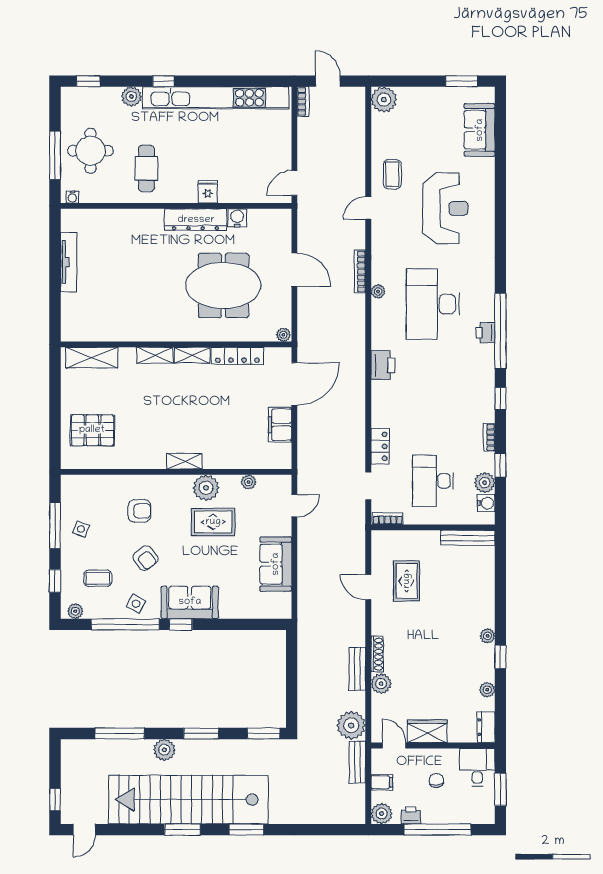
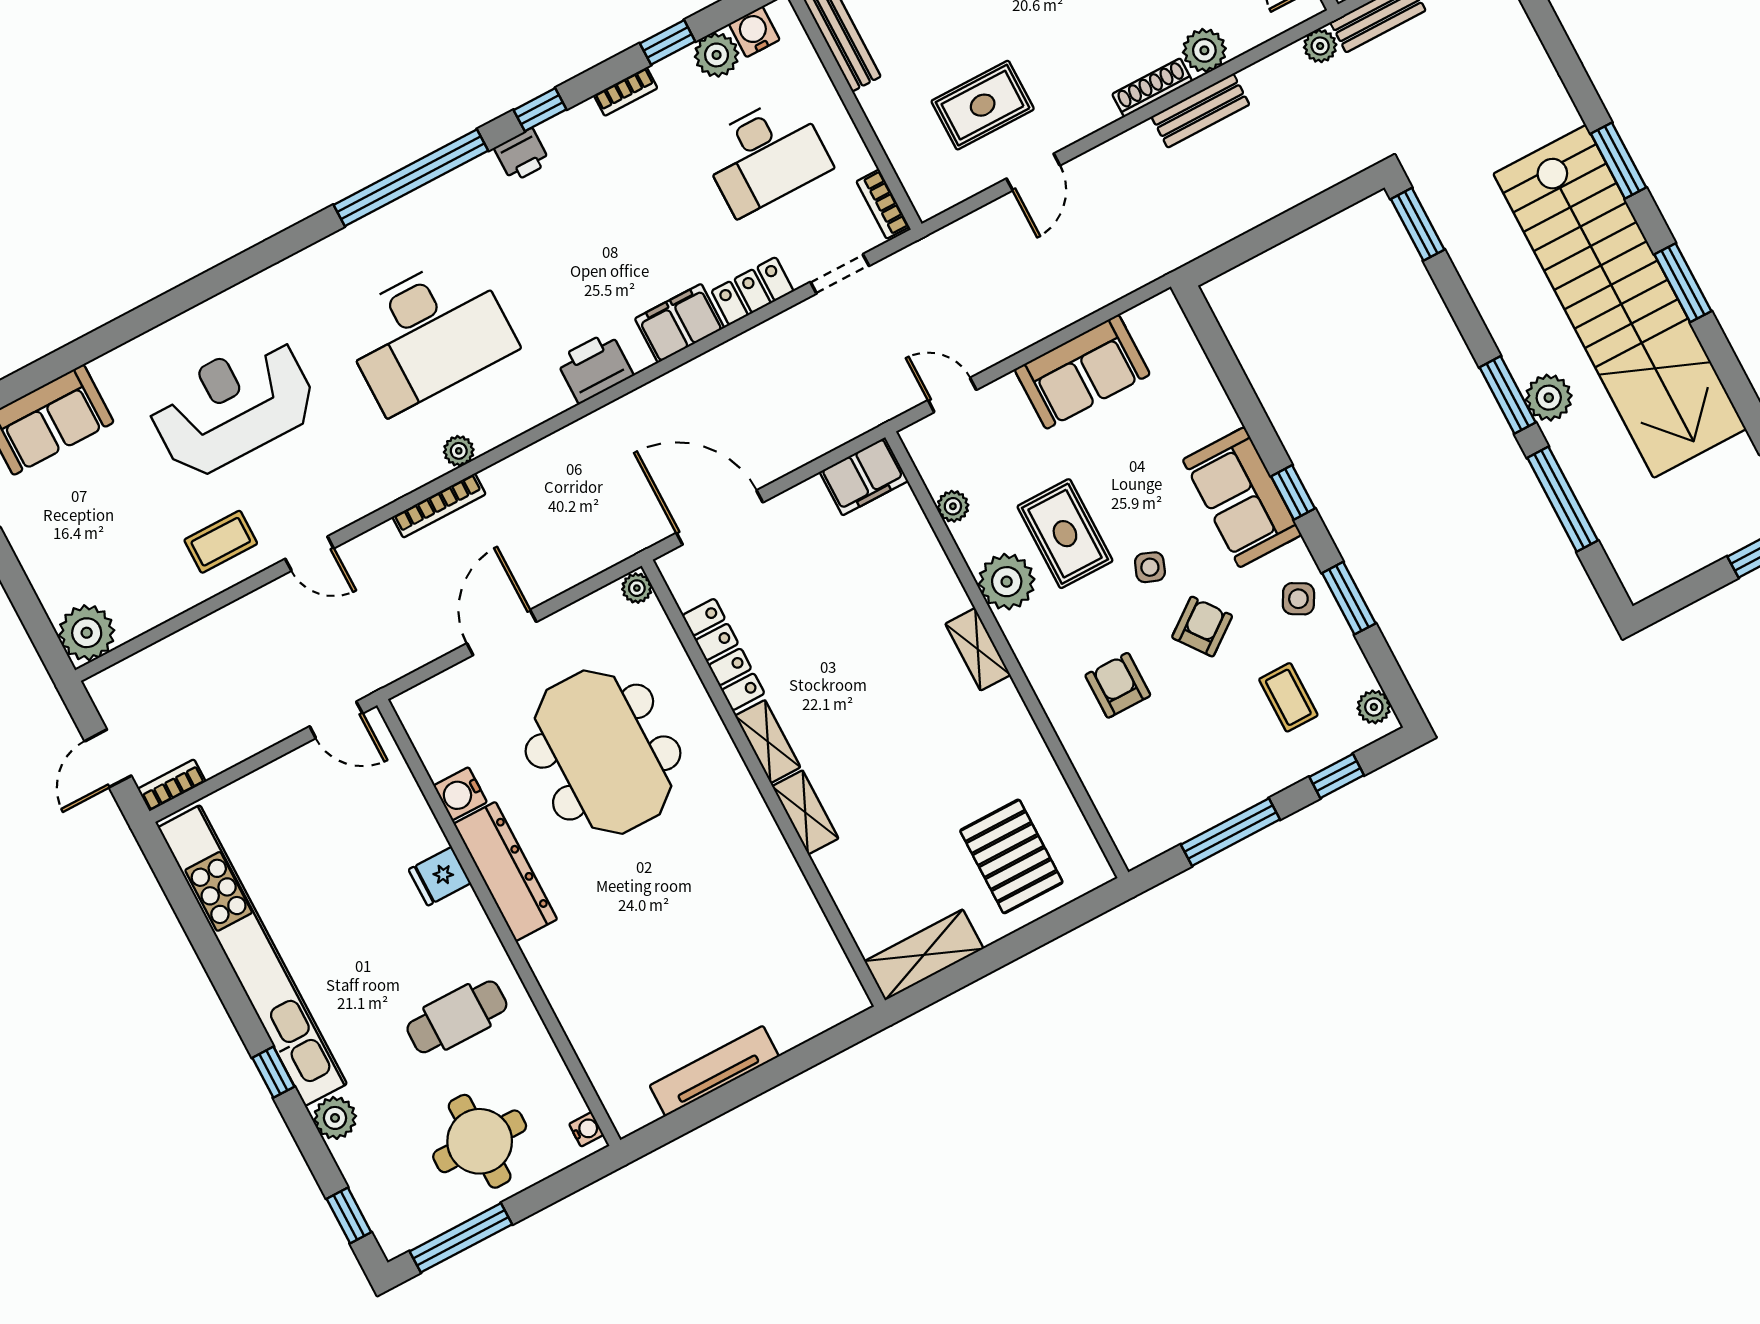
window: (55, 155) -> (461, 1238), moved
printer: (486, 333) -> (522, 155), moved
shelving: (92, 358) -> (924, 955), moved, turned 90
filing cabinet: (383, 410) -> (680, 323), added
filing cabinet: (280, 425) -> (864, 476), moved
side table: (81, 529) -> (1150, 567), moved
window: (125, 624) -> (1349, 598), width x0.47
plant: (351, 725) -> (1320, 46), width x0.53, depth x0.53
window: (201, 733) -> (1508, 395), moved

